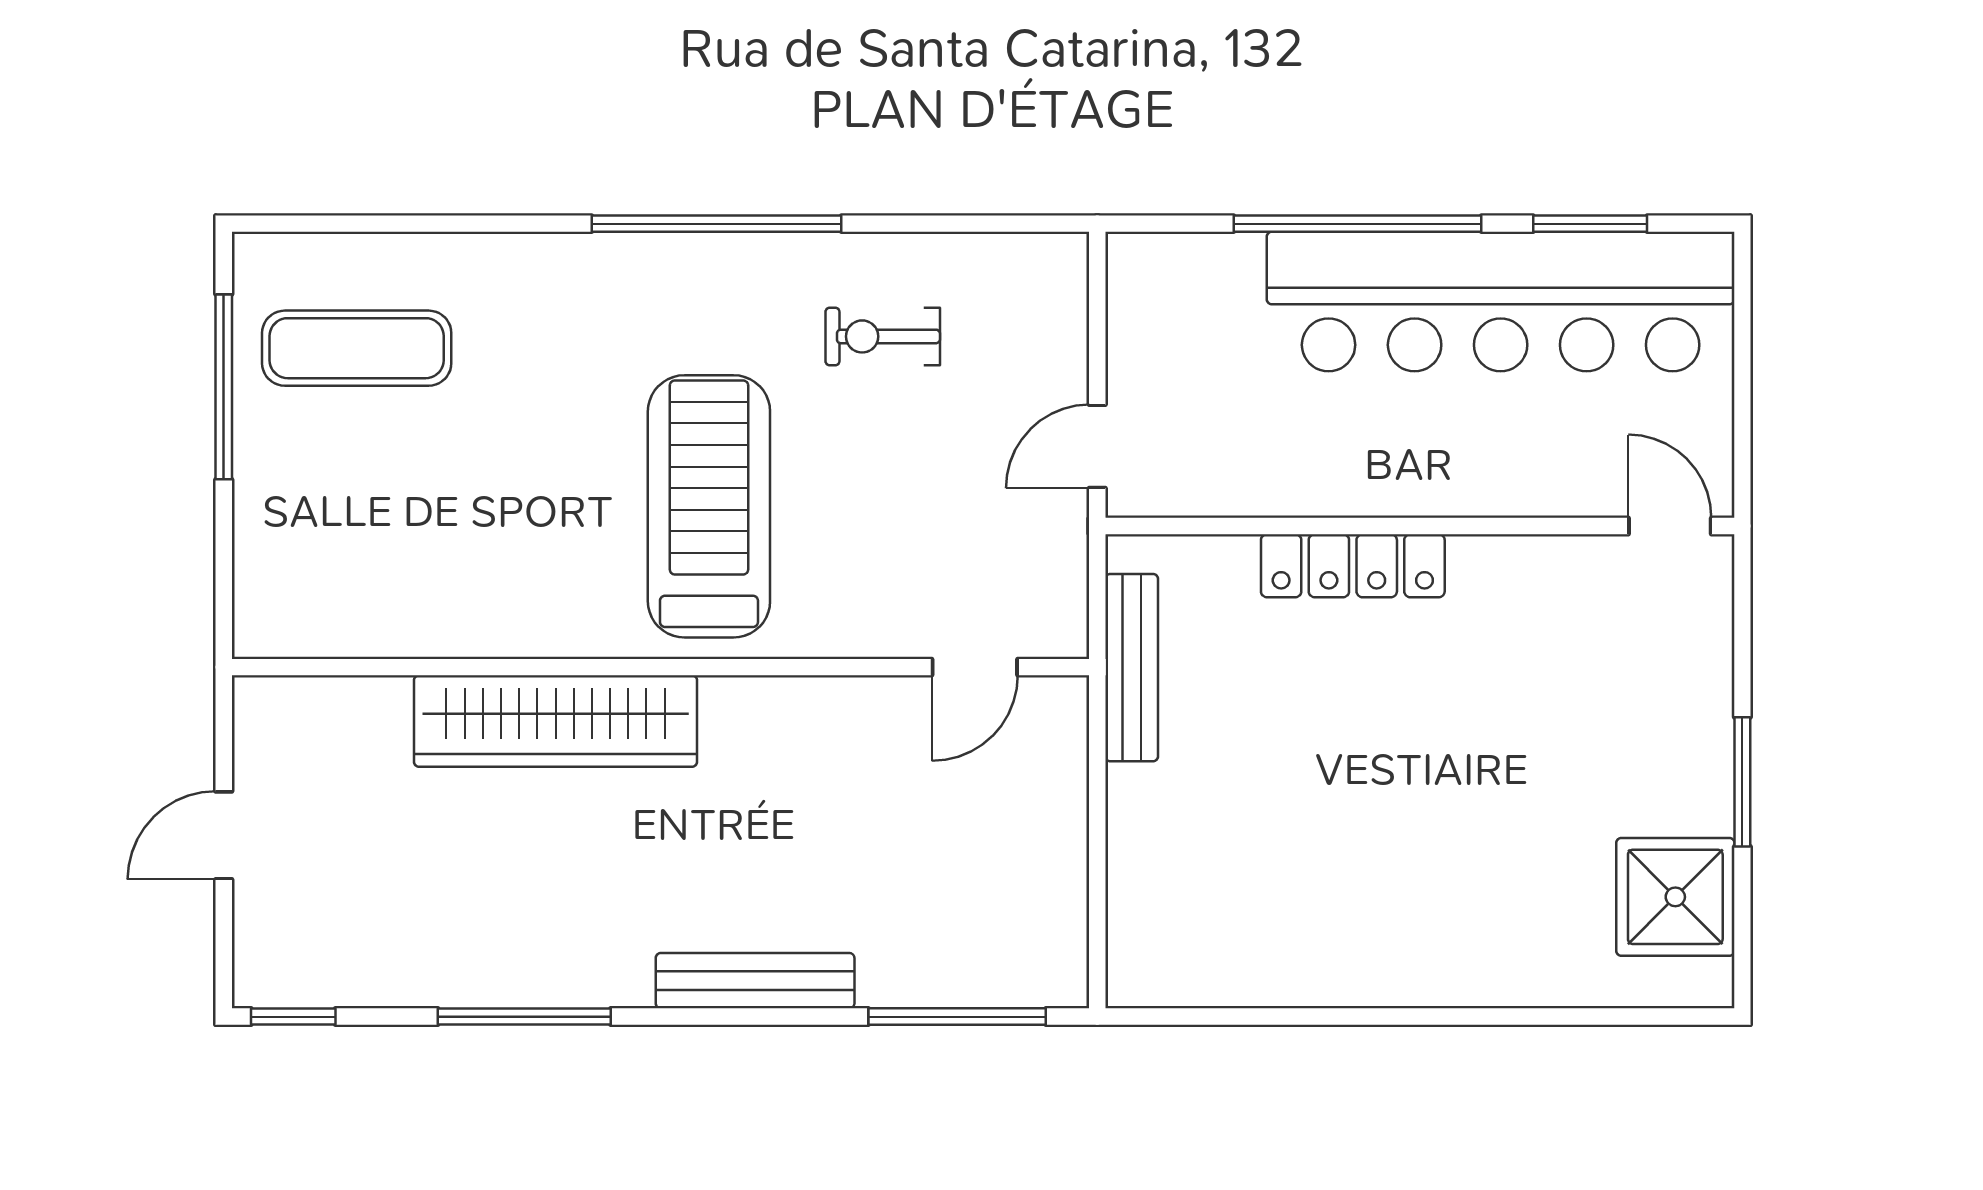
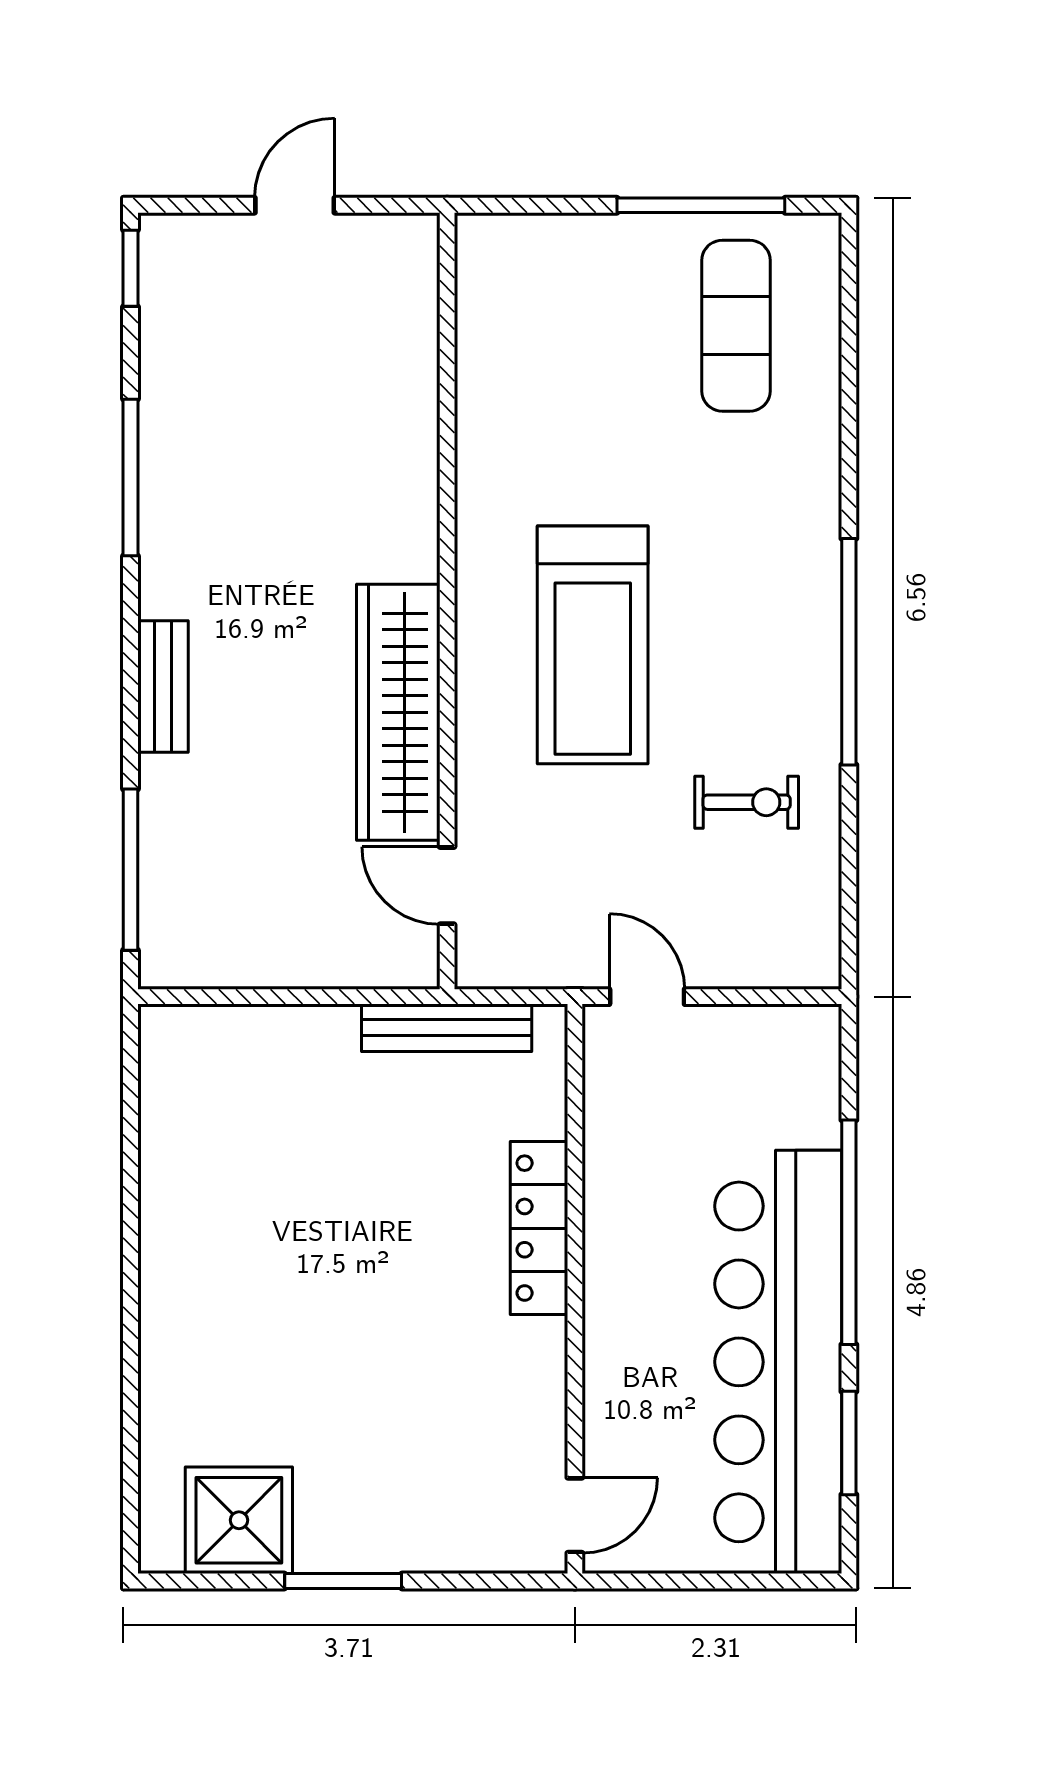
exercise bike: (883, 336) -> (747, 802), turned 90
treadmill: (709, 506) -> (593, 645), turned 90
wardrobe: (556, 721) -> (398, 712), moved
door: (224, 835) -> (295, 205), hinge flipped
bench: (755, 981) -> (163, 687), width x0.73

